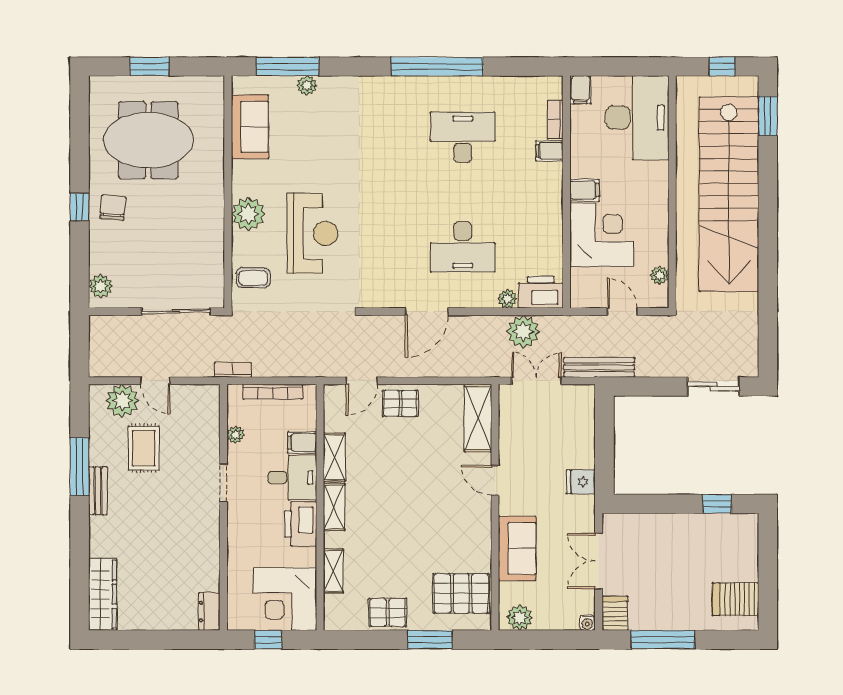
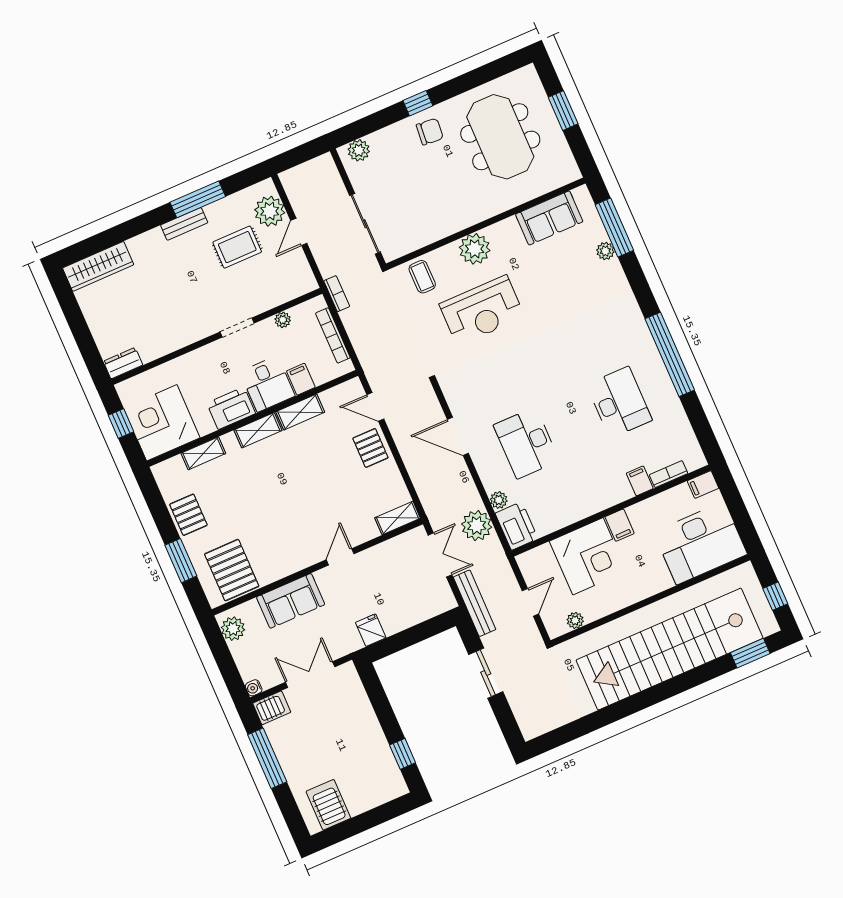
sliding door: (713, 386) -> (486, 673), moved
shelving: (478, 418) -> (398, 518), width x0.67, depth x0.75

